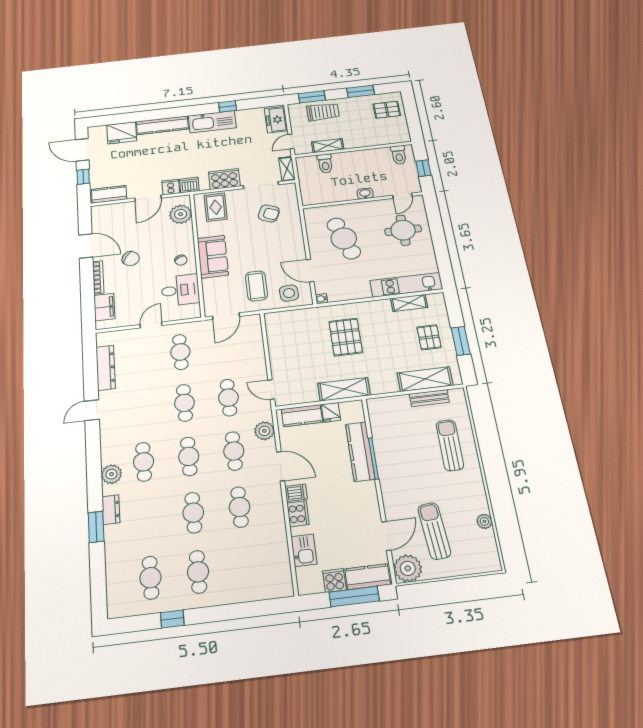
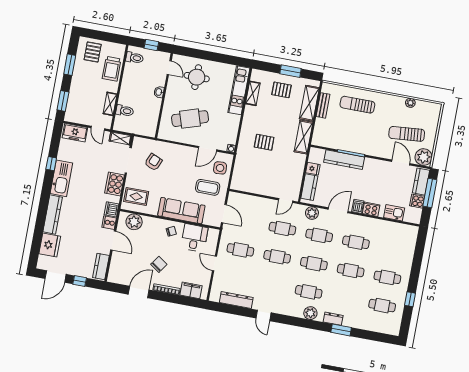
trolley: (323, 112) -> (112, 69), moved, turned 180
sofa: (213, 257) -> (181, 211), width x1.36
pallet: (346, 337) -> (264, 142), width x0.67, depth x0.71
shelving: (344, 389) -> (303, 137), moved

